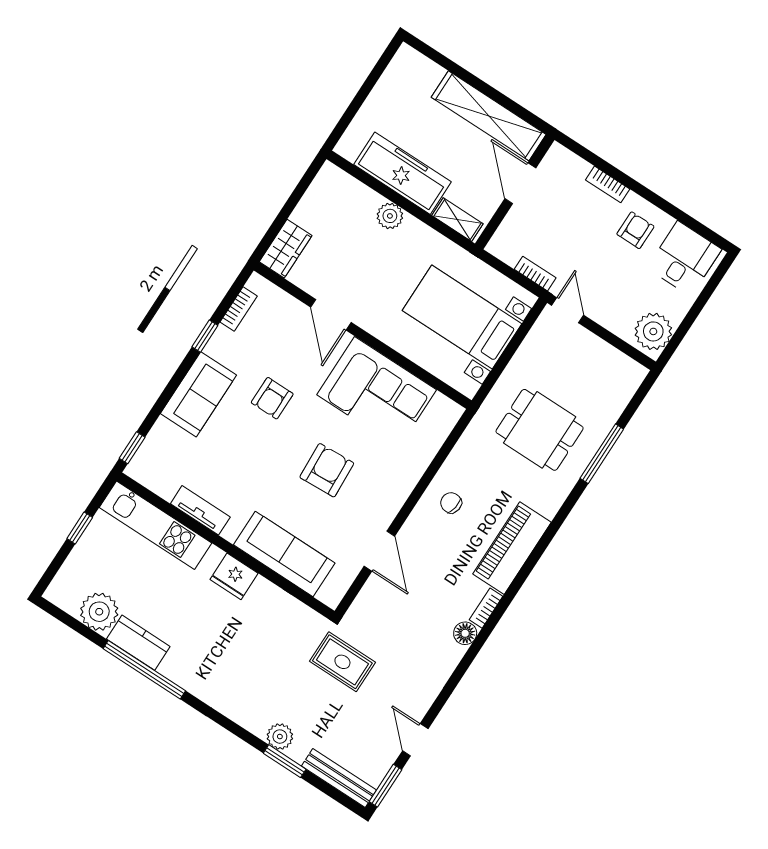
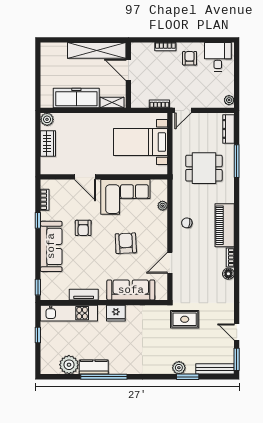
plant: (390, 216) -> (47, 119), moved
wardrobe: (286, 249) -> (48, 143), moved
door: (568, 310) -> (183, 110), swing flipped
plant: (653, 331) -> (229, 100), width x0.53, depth x0.53
dresser: (623, 391) -> (228, 129), added
sofa: (198, 394) -> (51, 246), width x1.36
plant: (429, 448) -> (163, 206), added
door: (379, 551) -> (170, 263), swing flipped

